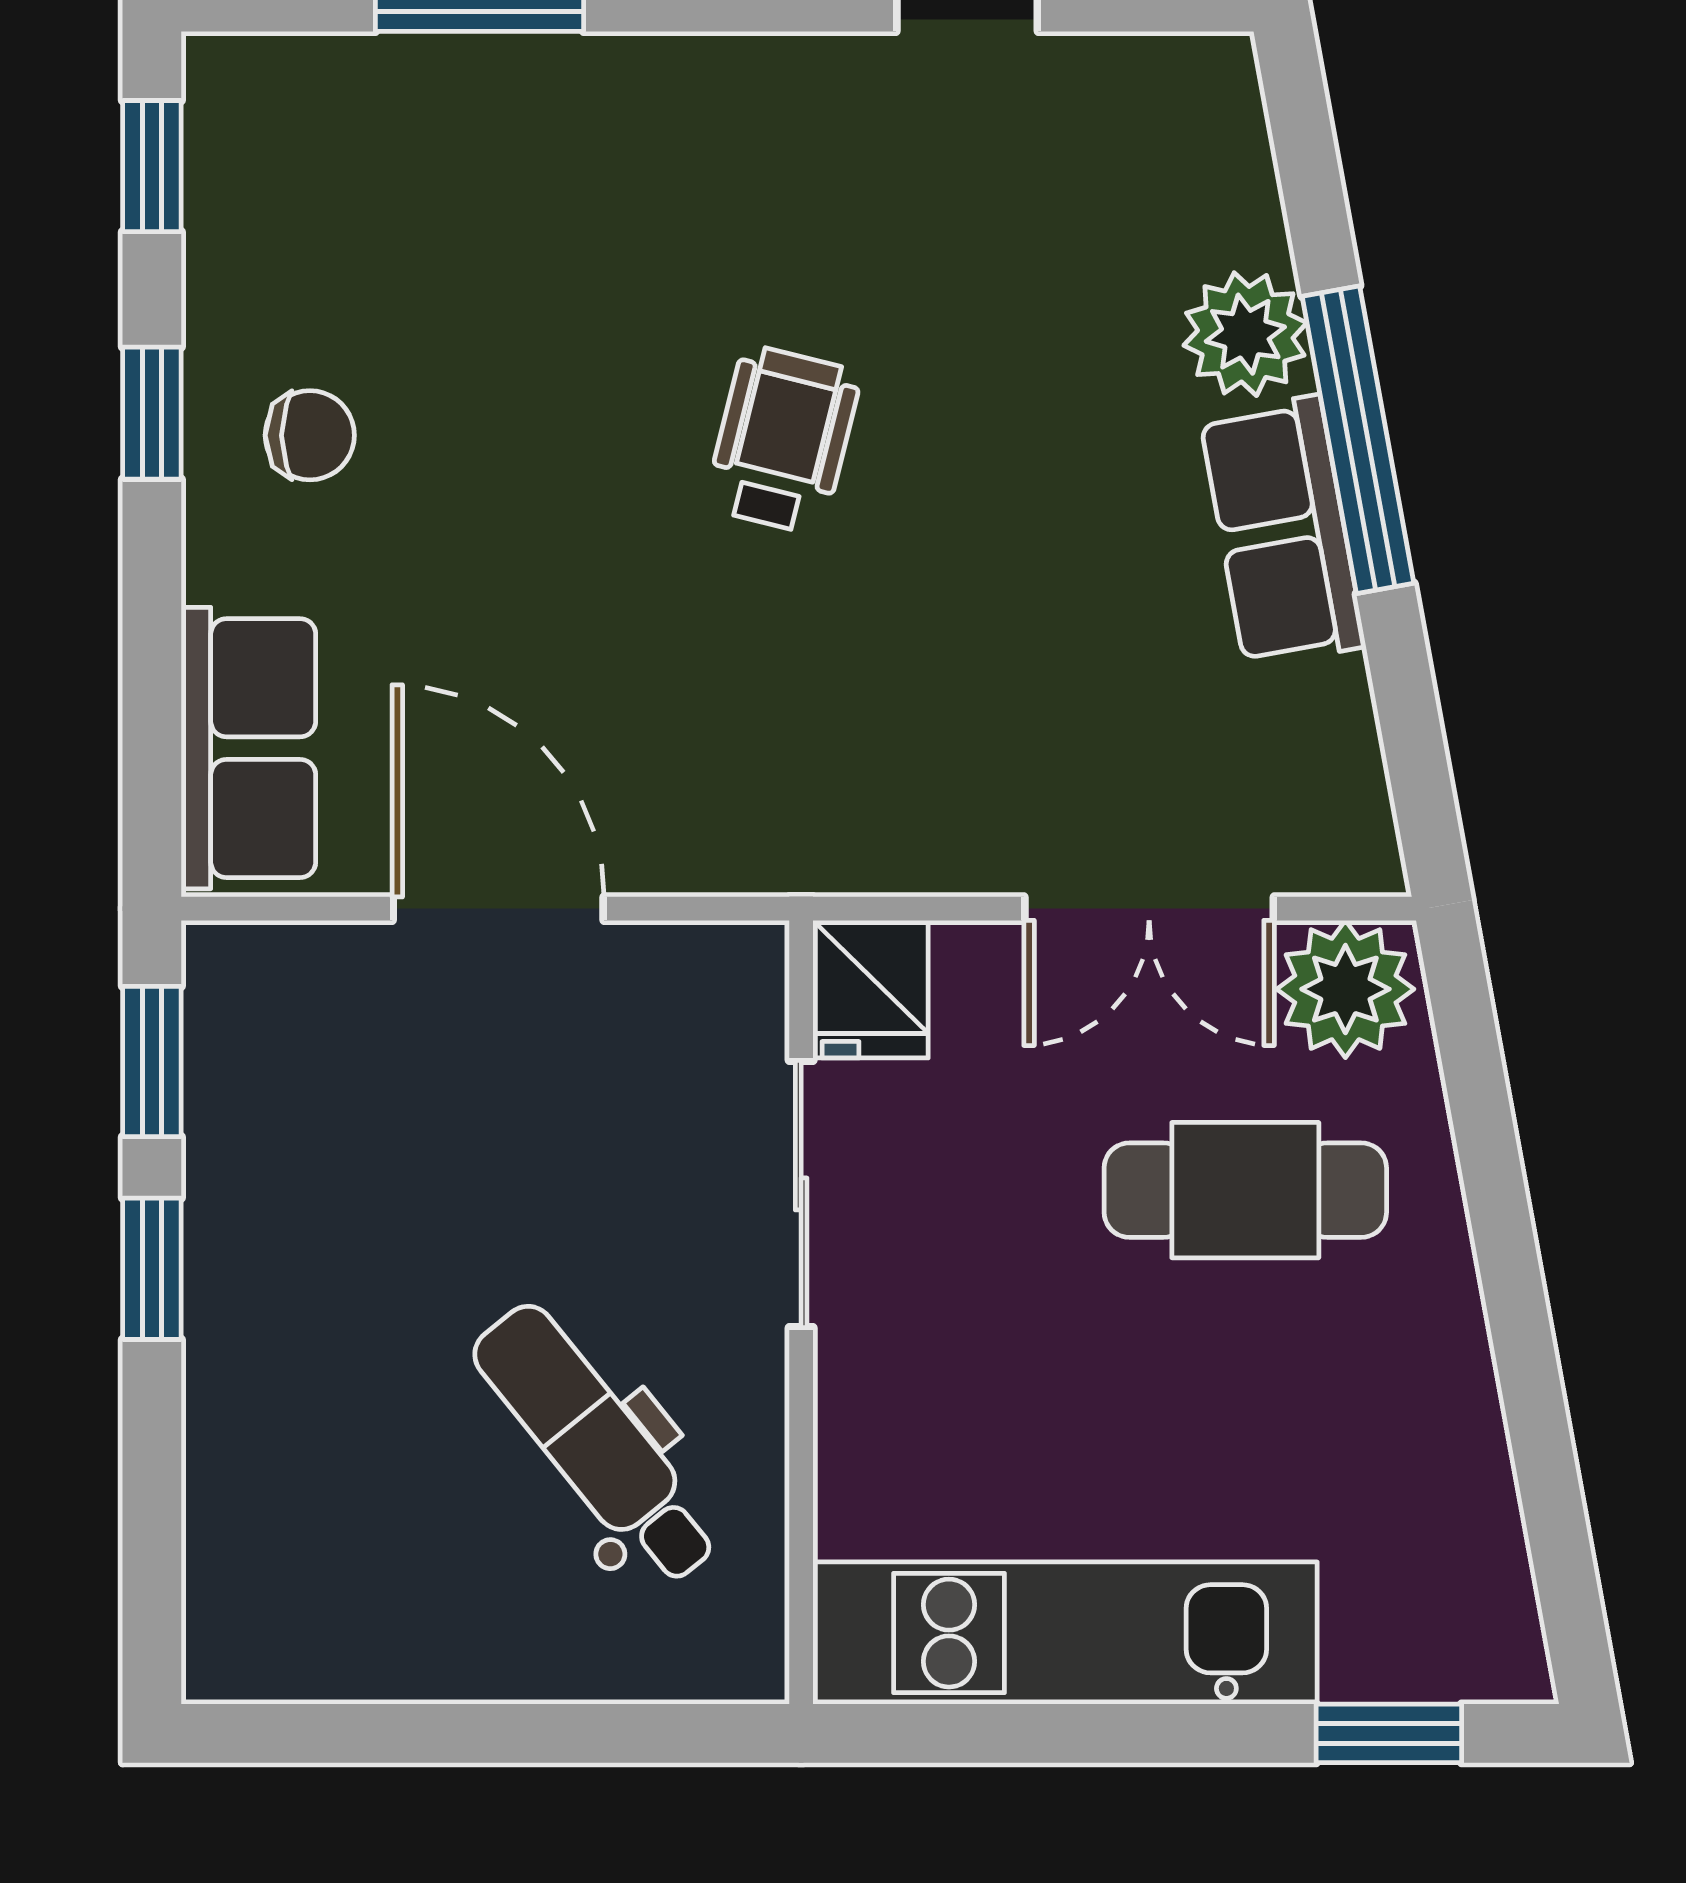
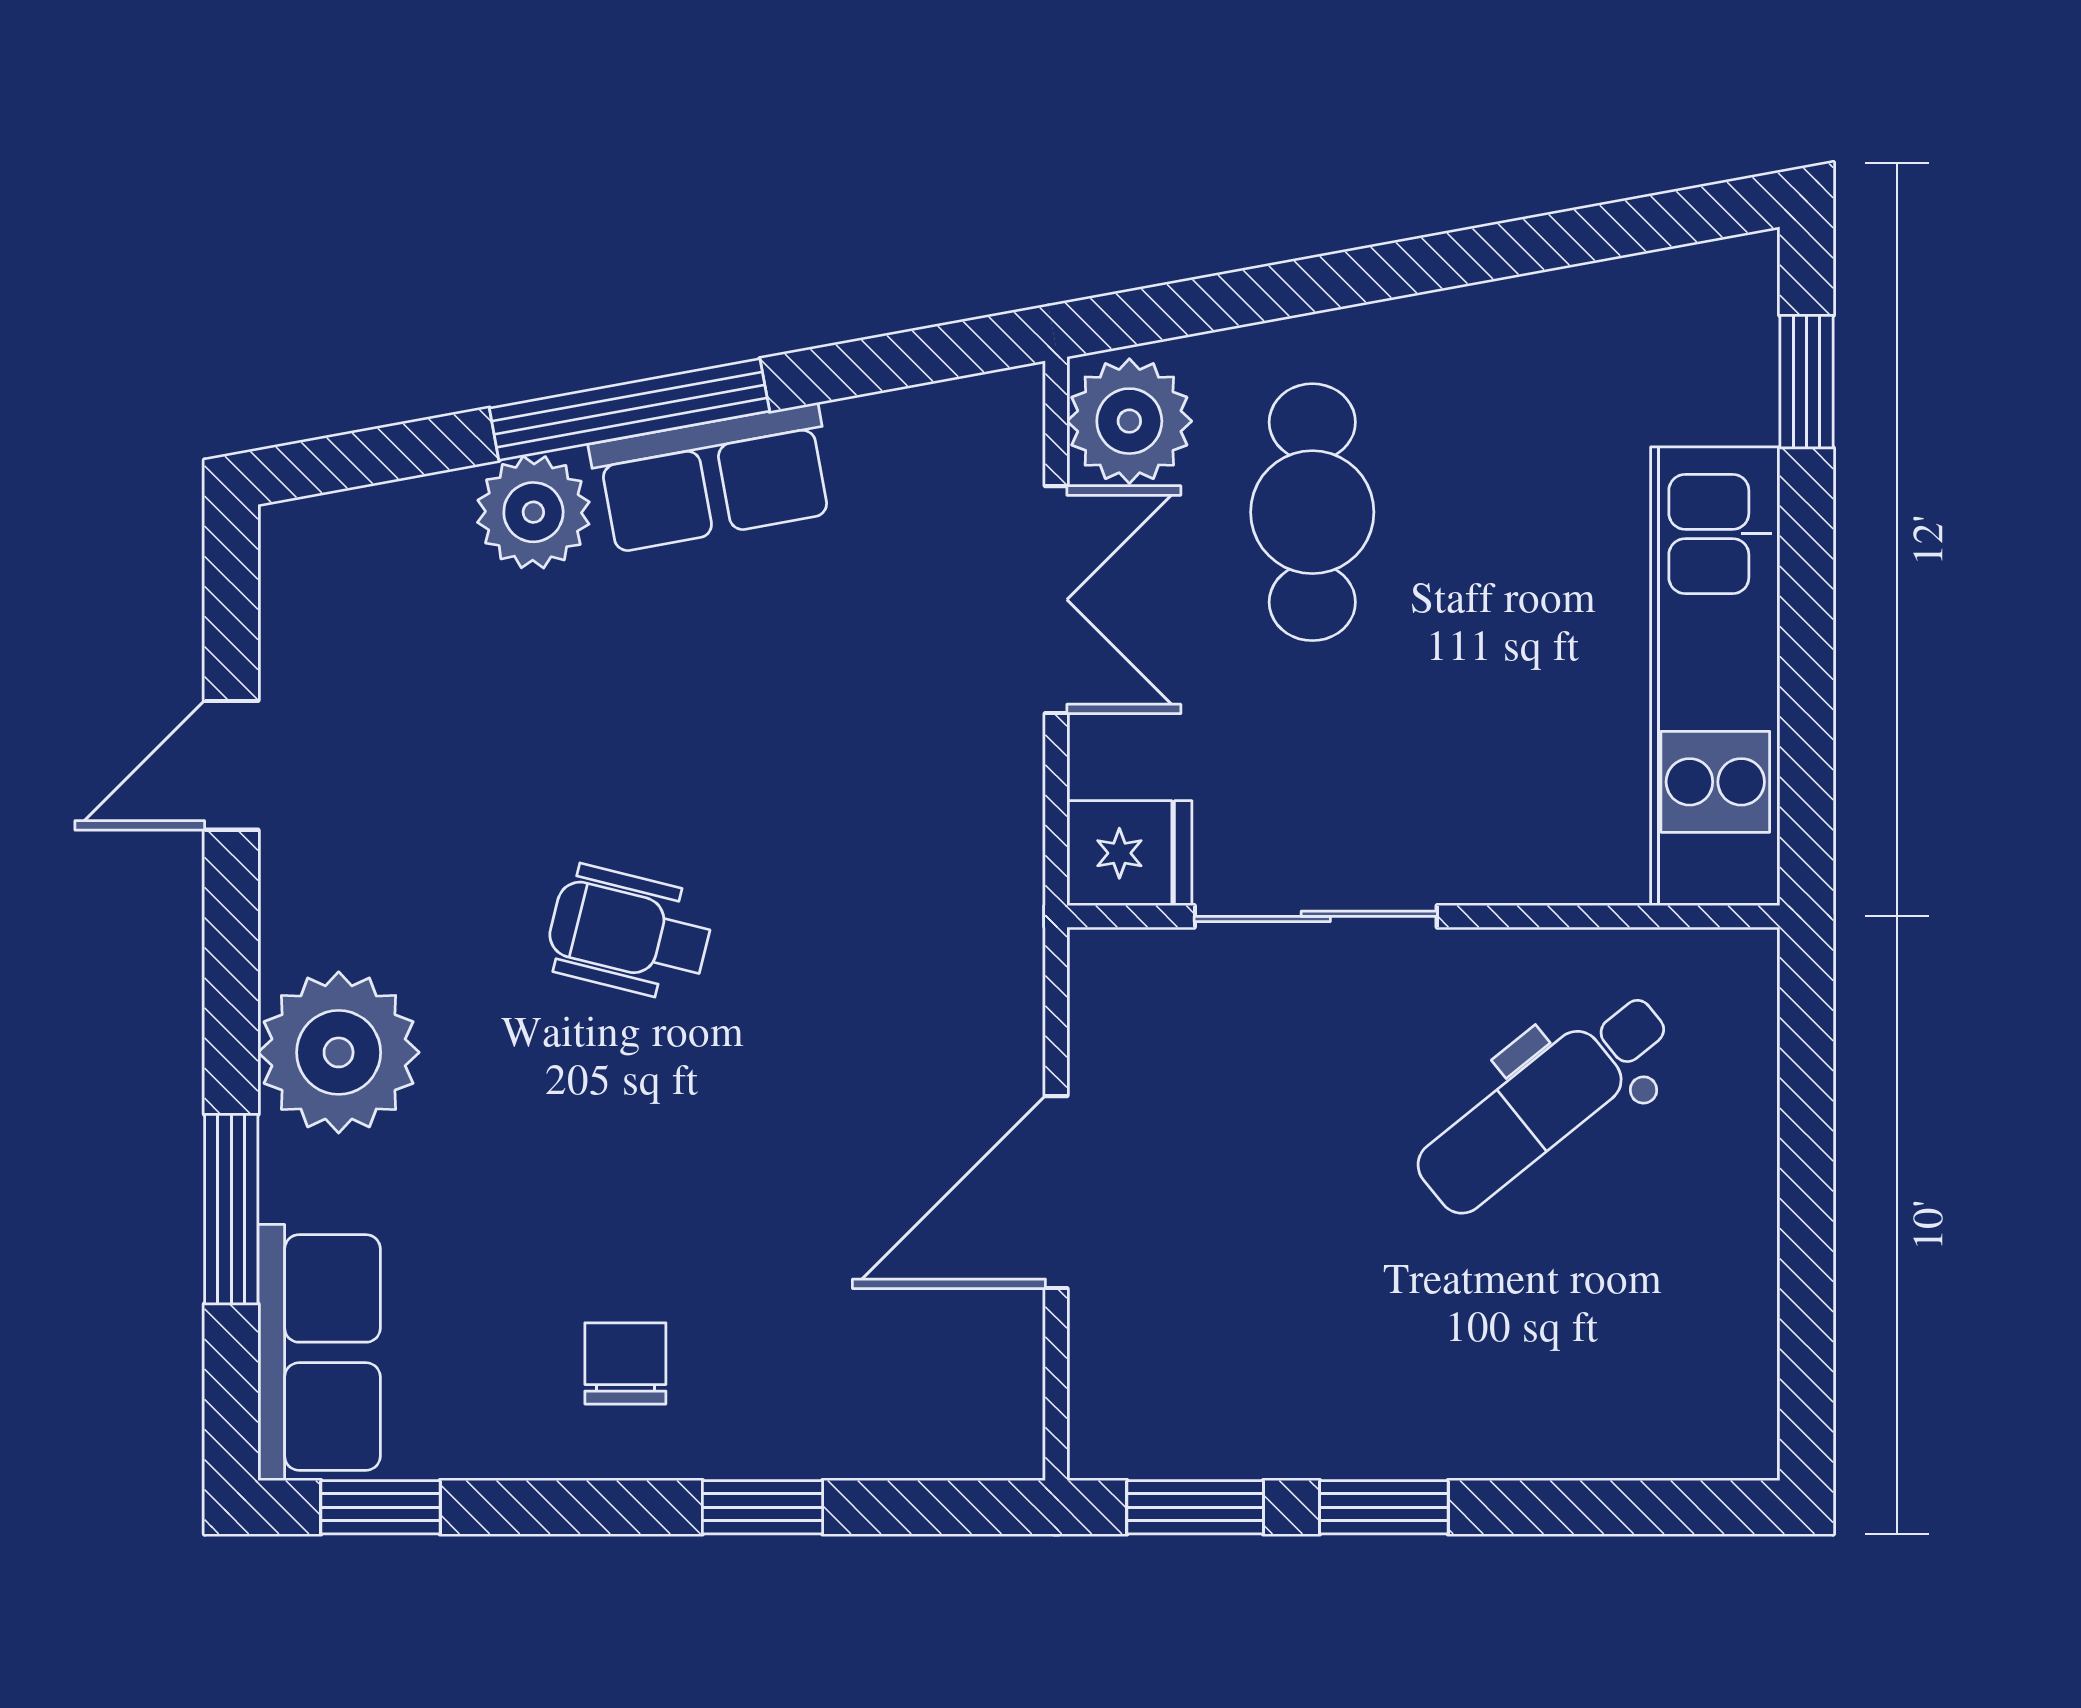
plant: (652, 120) -> (339, 1052), added
window: (152, 413) -> (763, 1507), moved
row of seats: (248, 748) -> (319, 1352), moved, turned 90

